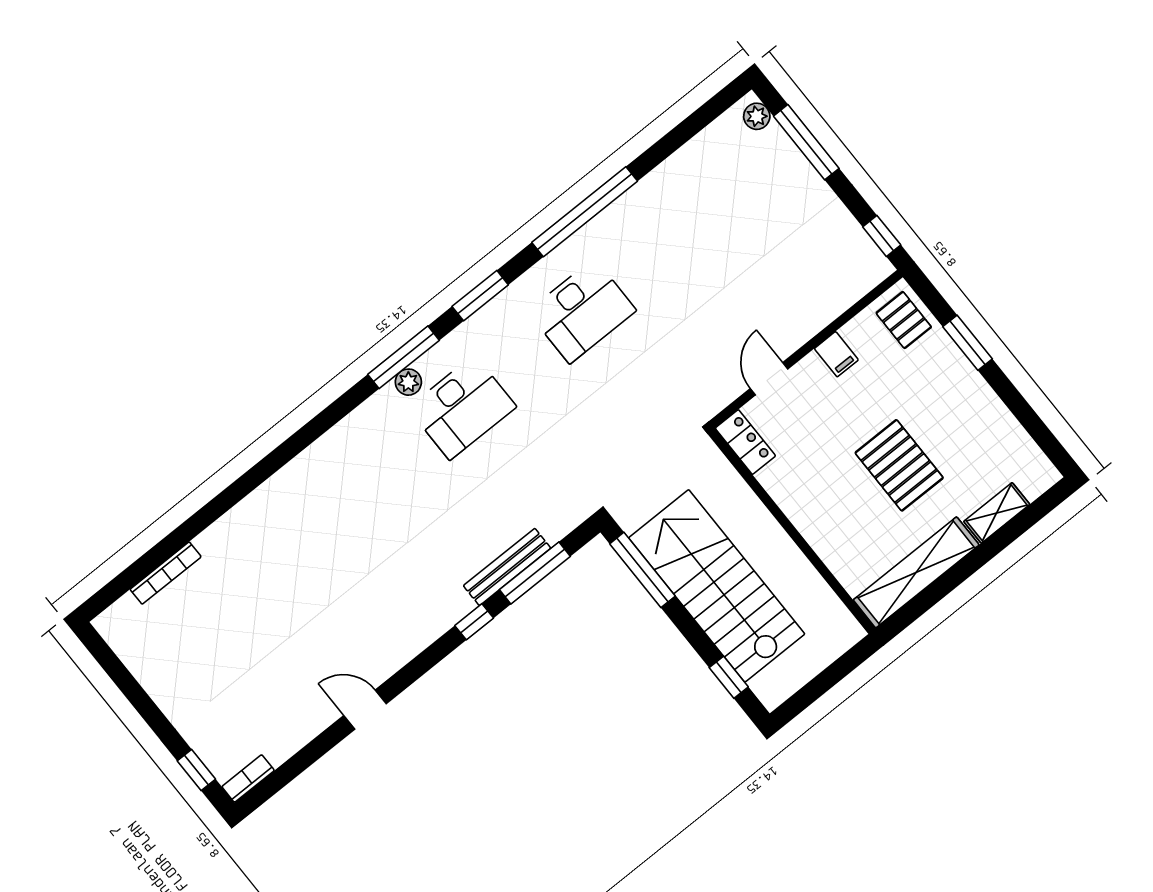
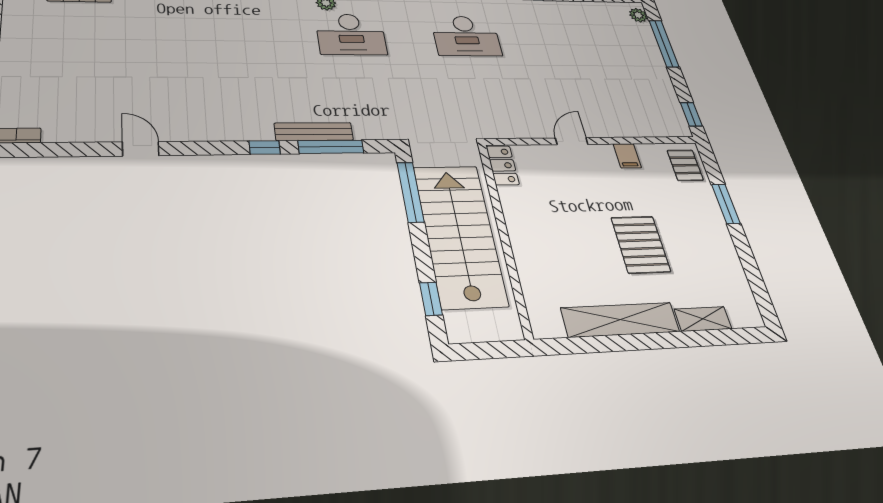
locker: (745, 442) -> (502, 165), moved
wall: (792, 531) -> (504, 237), moved

